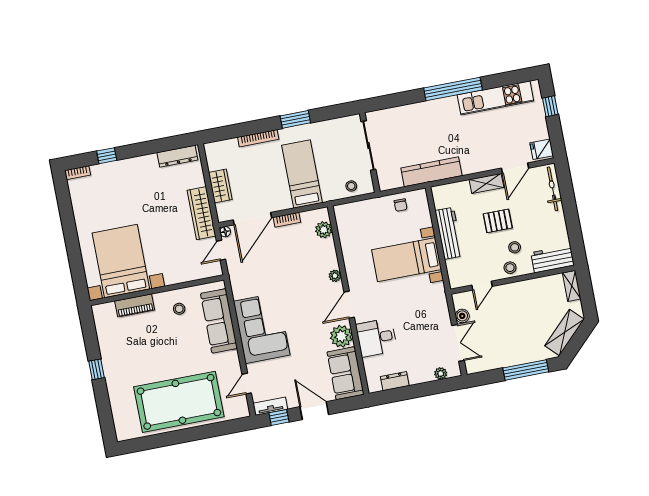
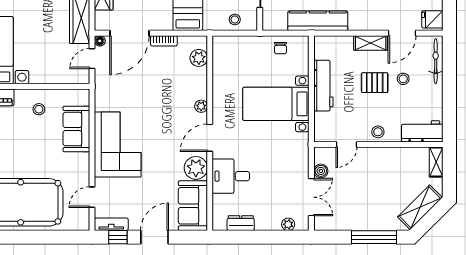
stool: (515, 247) -> (403, 79), moved
sofa: (219, 321) -> (76, 129), width x0.73
door: (314, 411) -> (155, 237), hinge flipped

